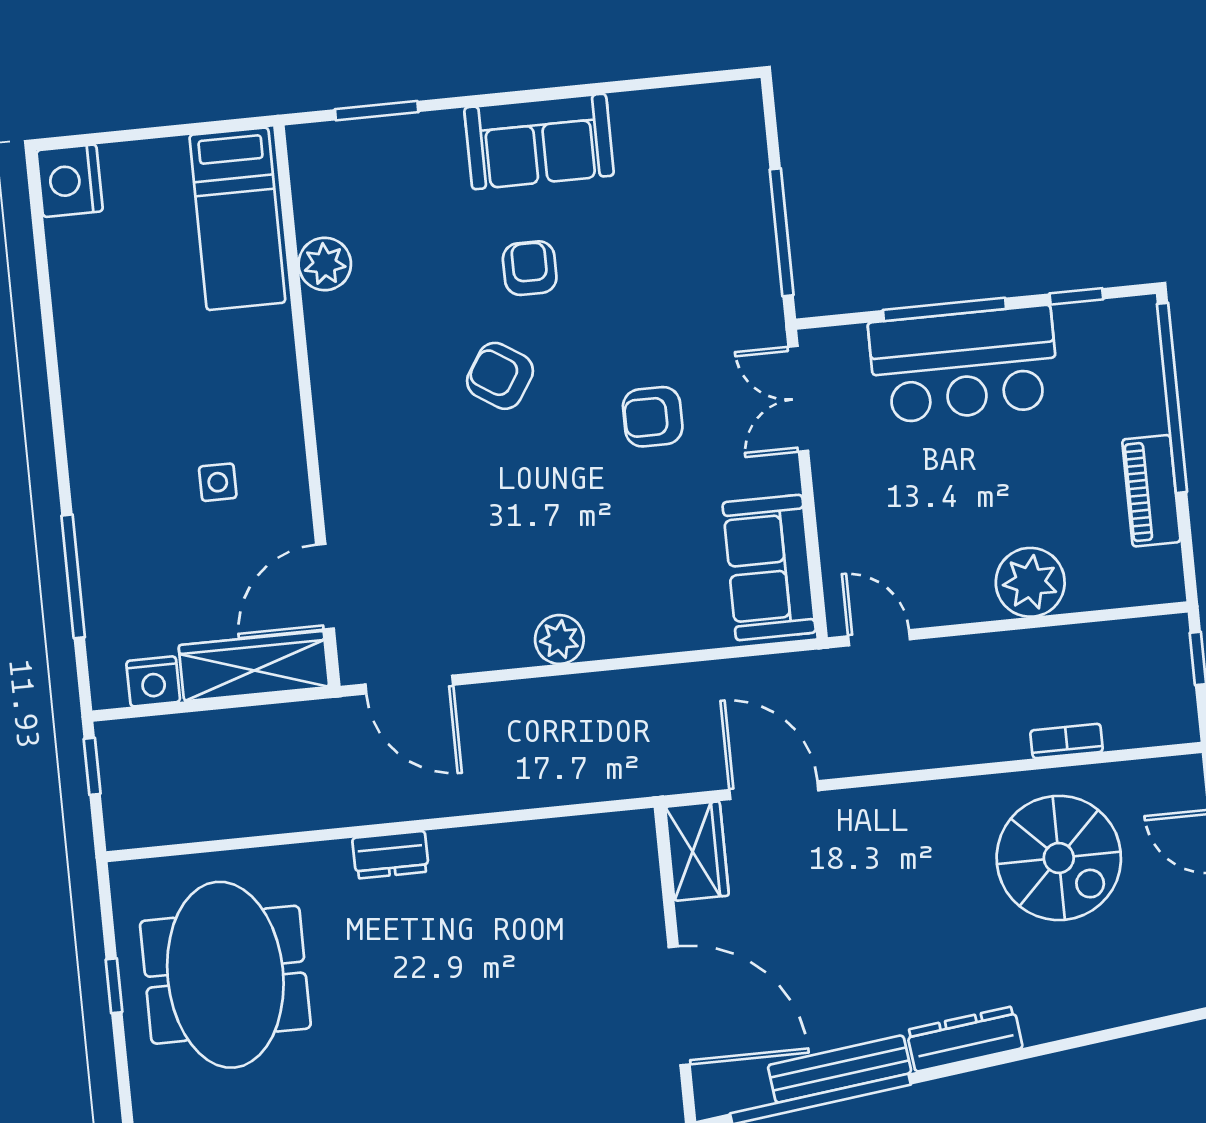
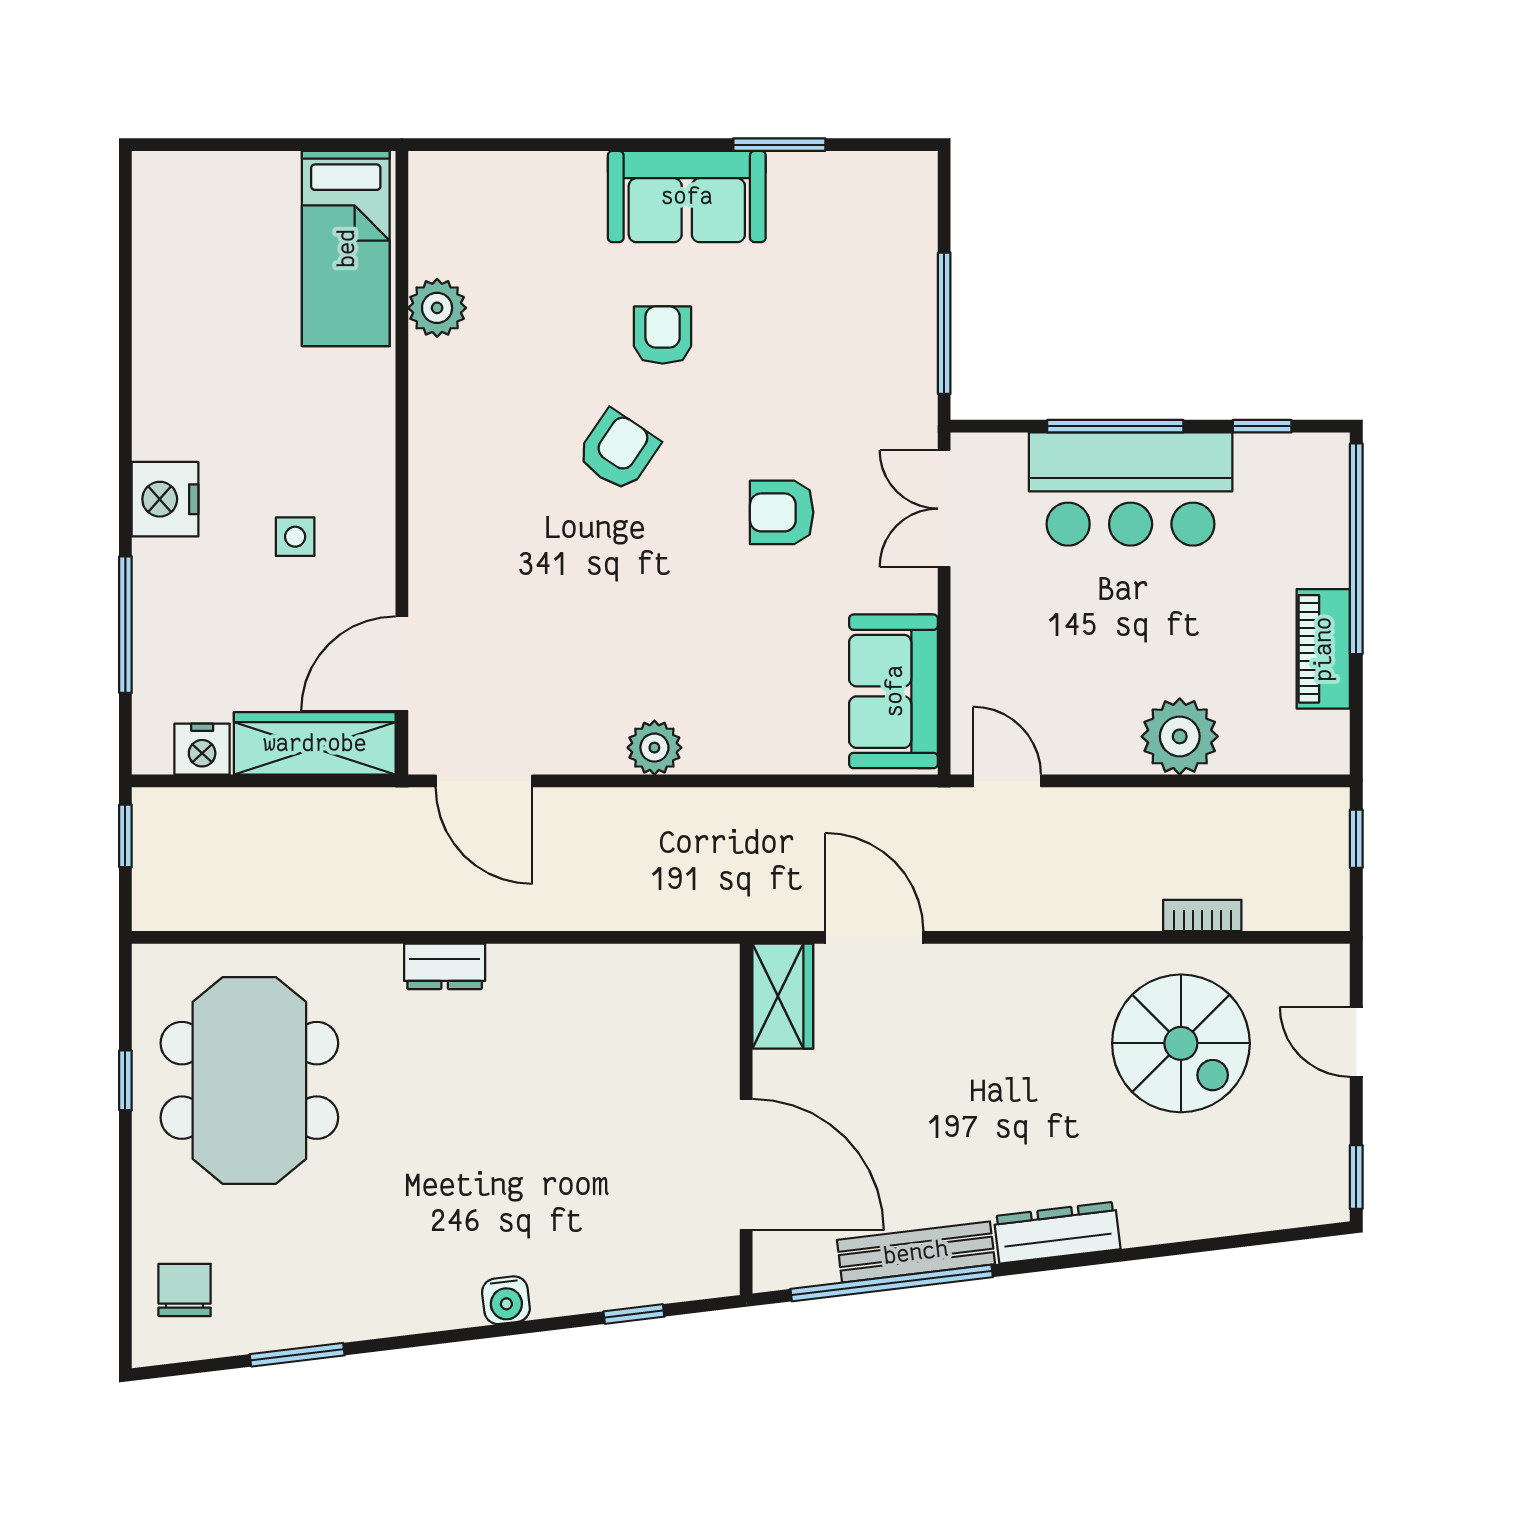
window: (377, 111) -> (779, 145), moved
nightstand: (70, 181) -> (165, 499), moved
armchair: (500, 376) -> (618, 450), turned 91

